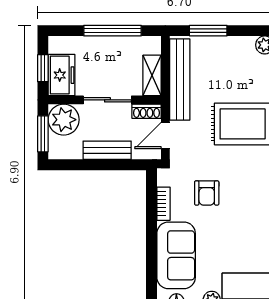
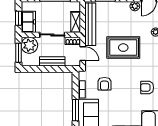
door: (165, 136) -> (83, 54), swing flipped
window: (151, 243) -> (75, 110), added

